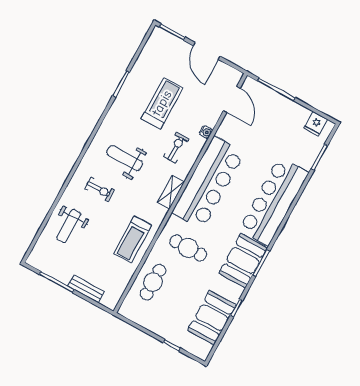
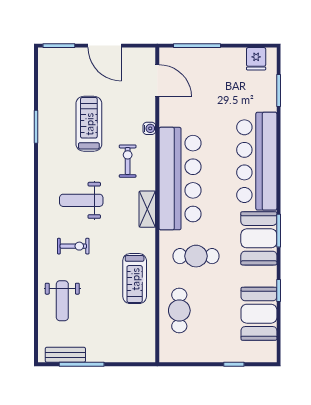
bench: (86, 289) -> (65, 355), moved

